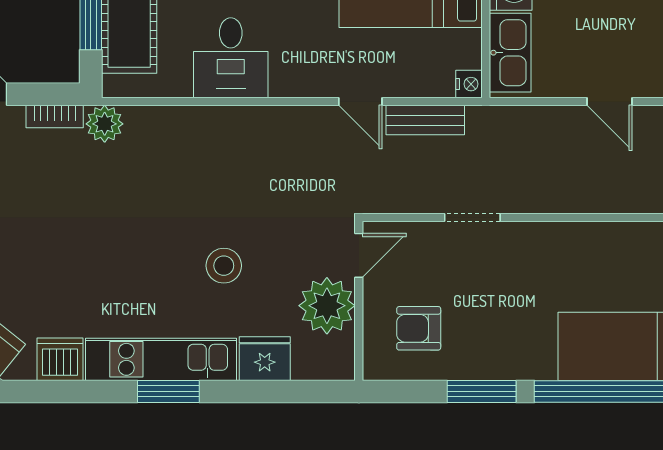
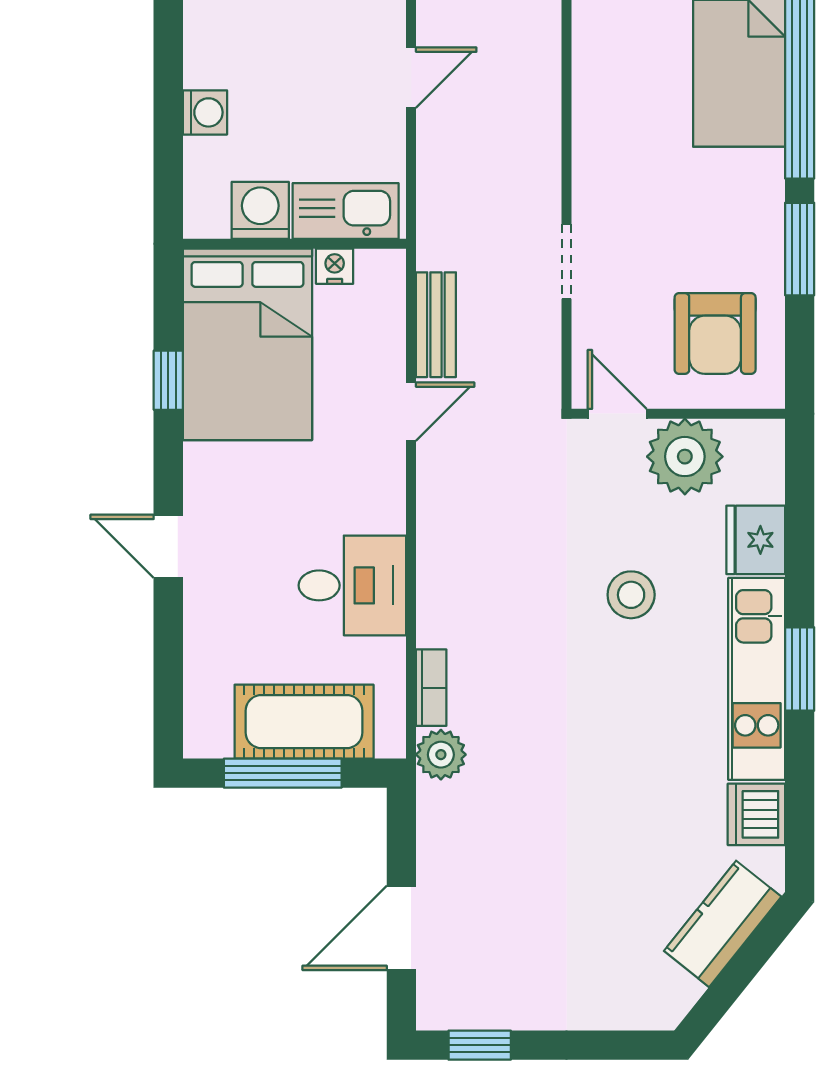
nightstand: (469, 84) -> (335, 266), moved
bookcase: (55, 117) -> (431, 688), moved
armchair: (419, 328) -> (715, 334), width x1.38, depth x1.38

